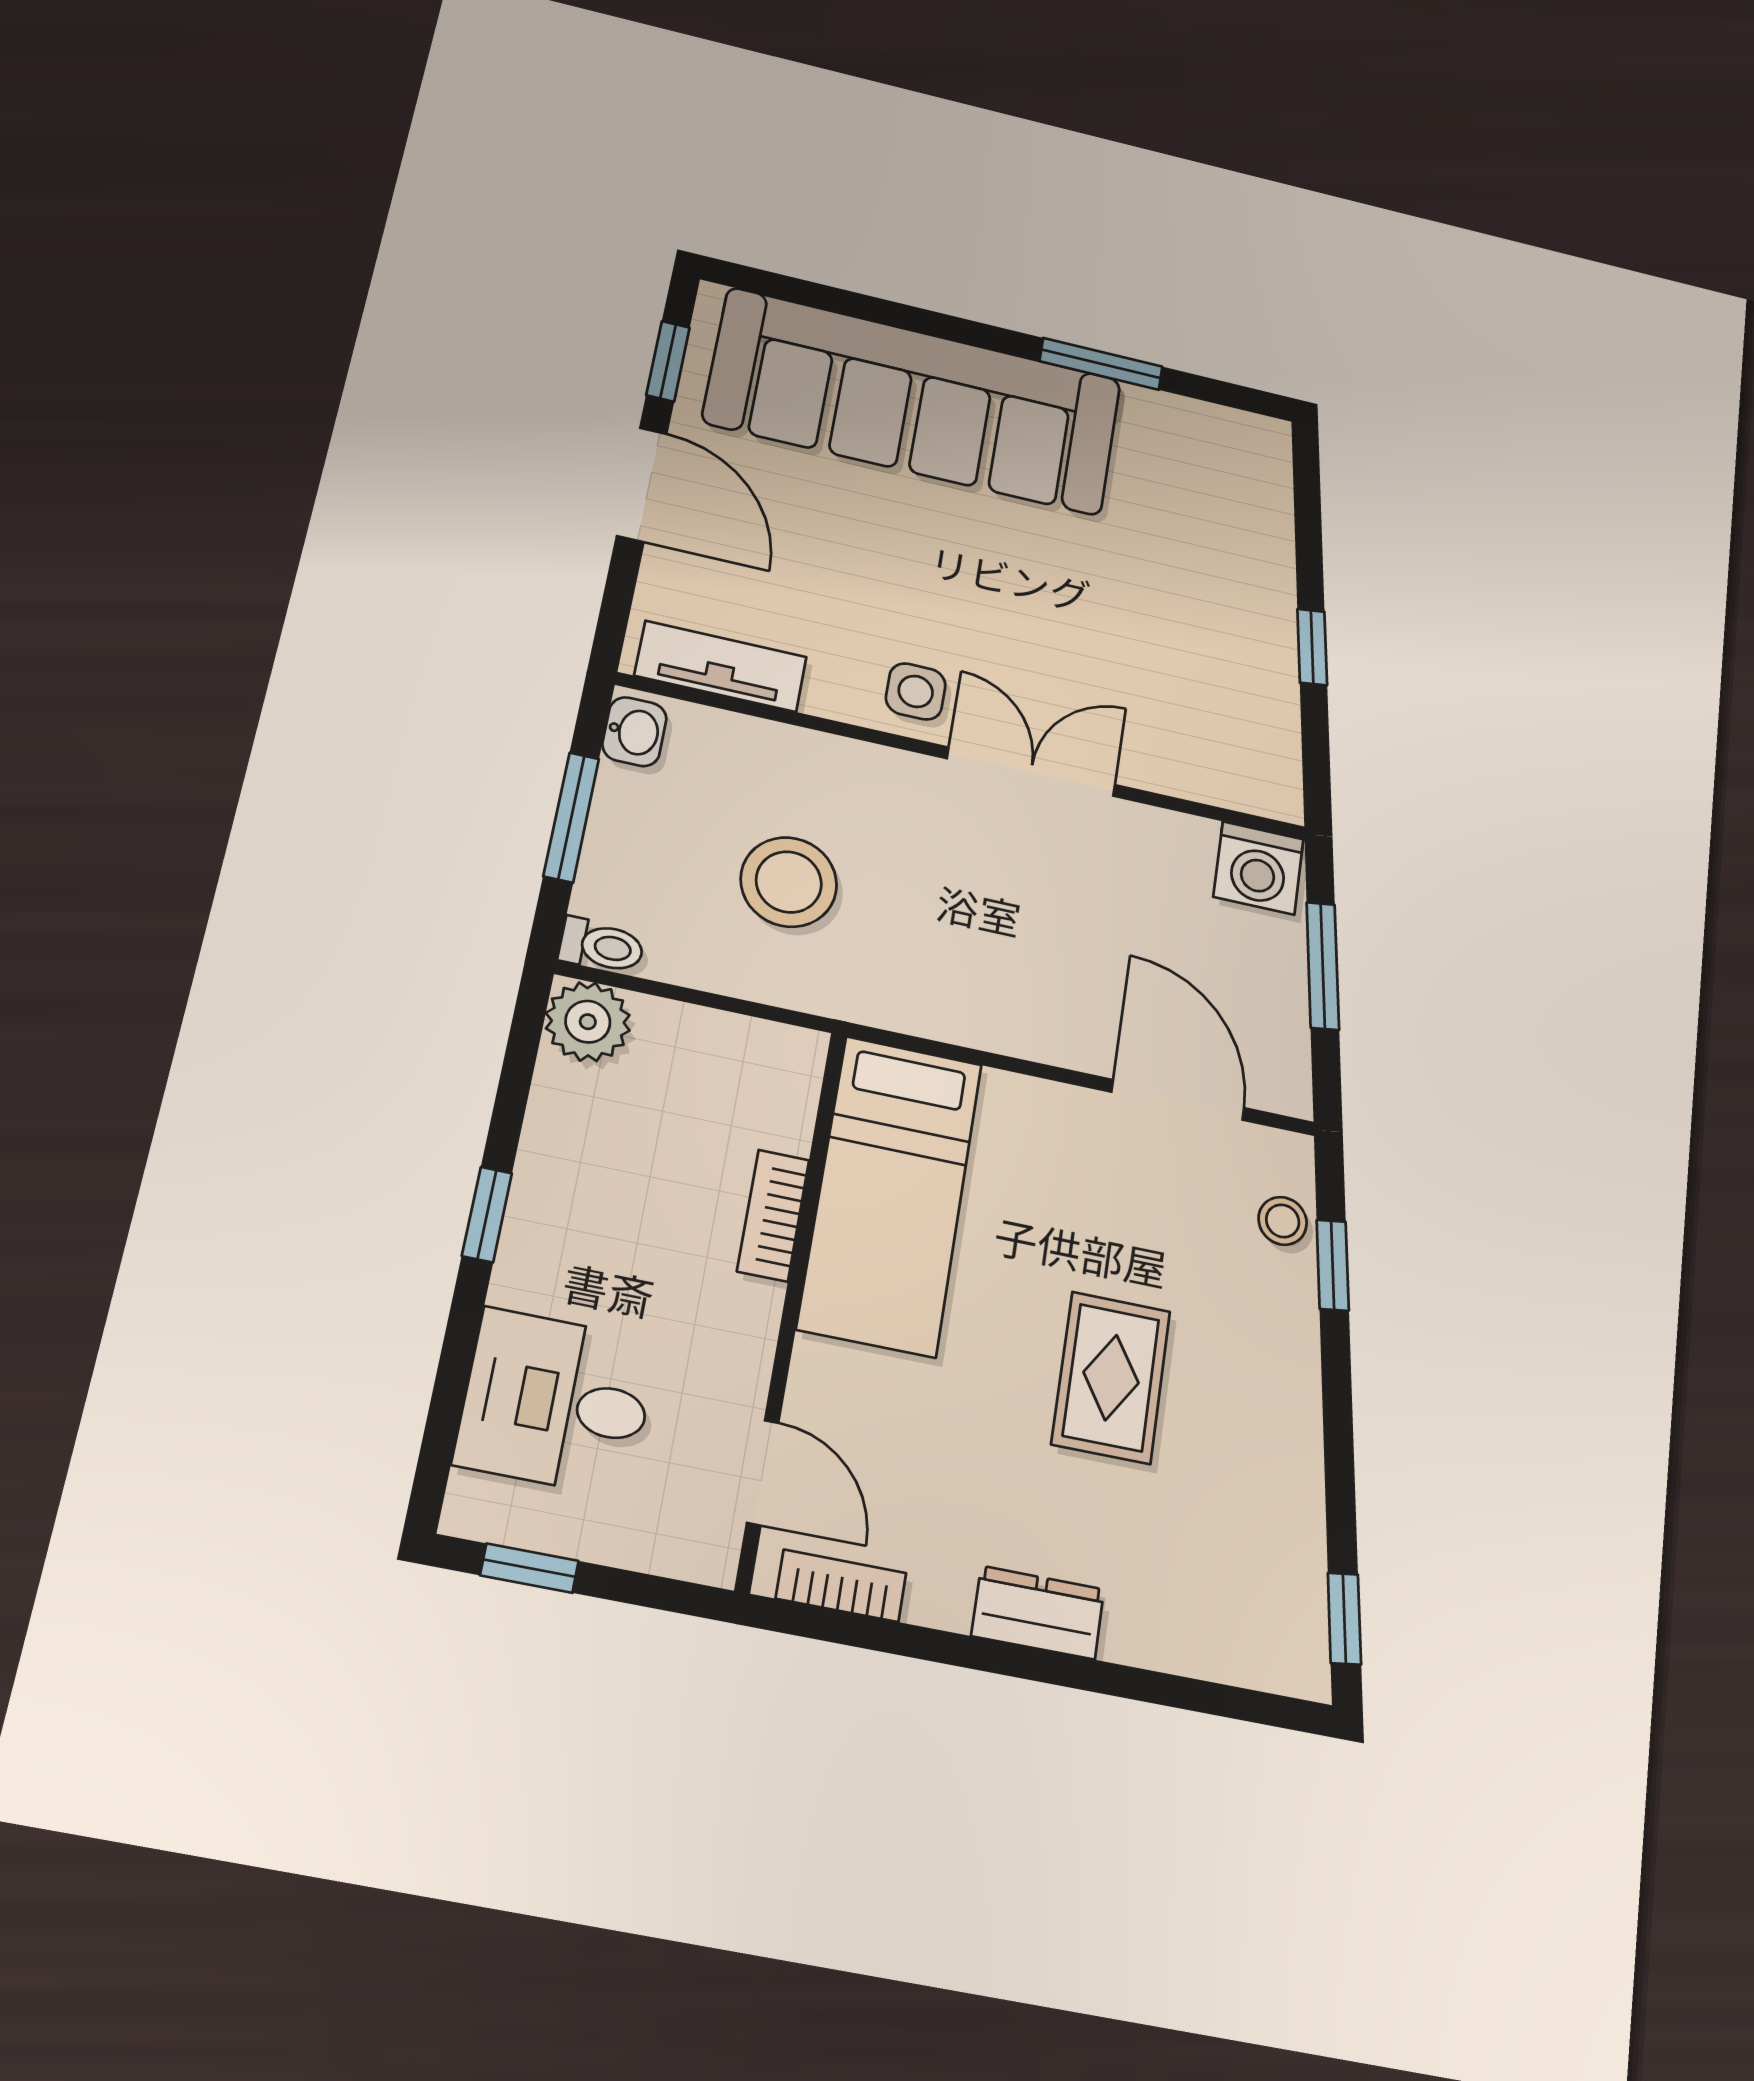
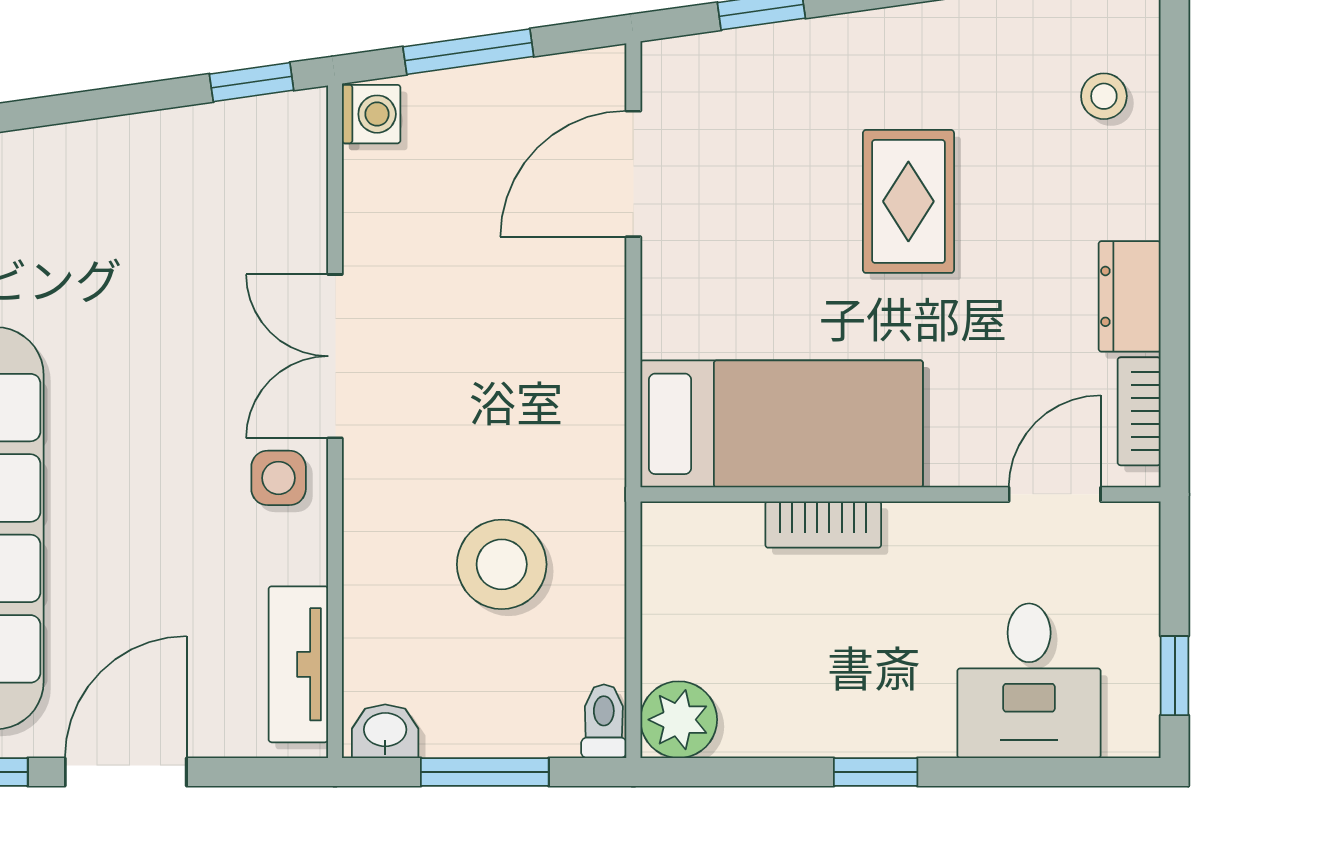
window: (1312, 647) -> (252, 82), moved
washing machine: (1258, 868) -> (371, 114), width x0.73, depth x0.73
stool: (1283, 1221) -> (1104, 96), moved
rug: (1111, 1378) -> (908, 201), turned 90
dresser: (1038, 1613) -> (1130, 296), moved

